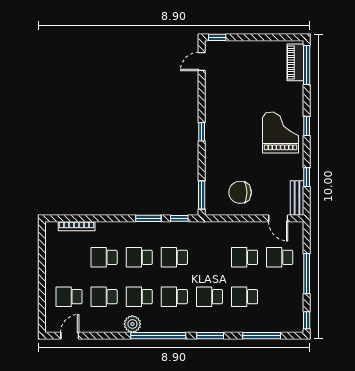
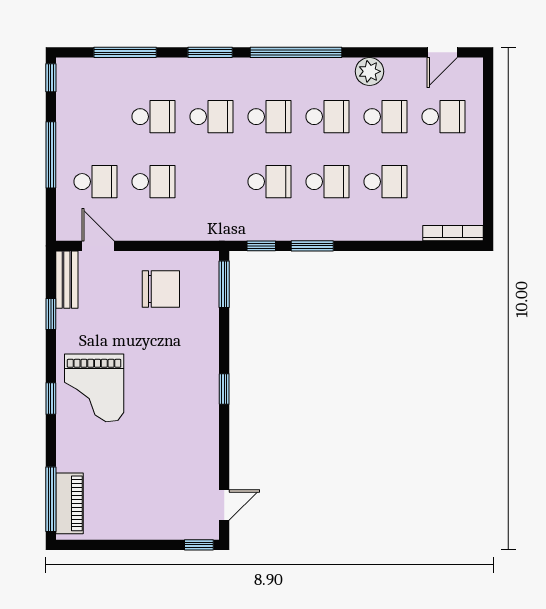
bookcase: (77, 226) -> (453, 233), moved
plant: (132, 324) -> (369, 71), moved

